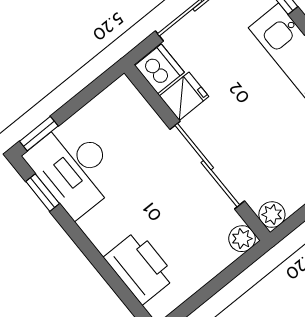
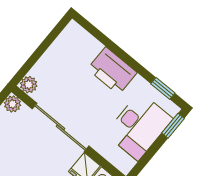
desk: (74, 168) -> (139, 126), moved, turned 90
printer: (140, 267) -> (112, 71), moved

